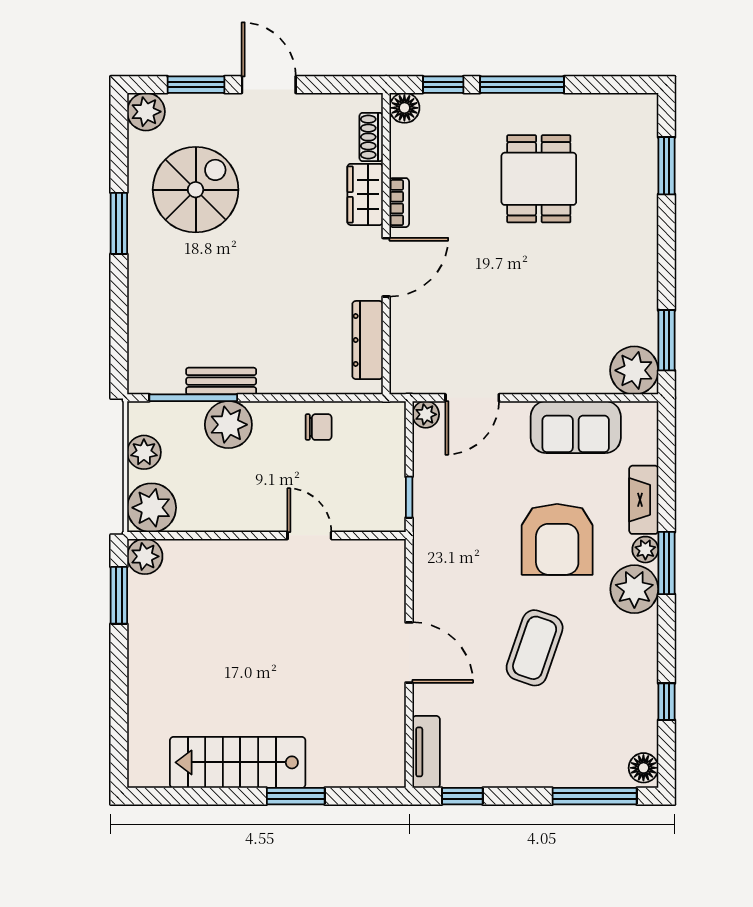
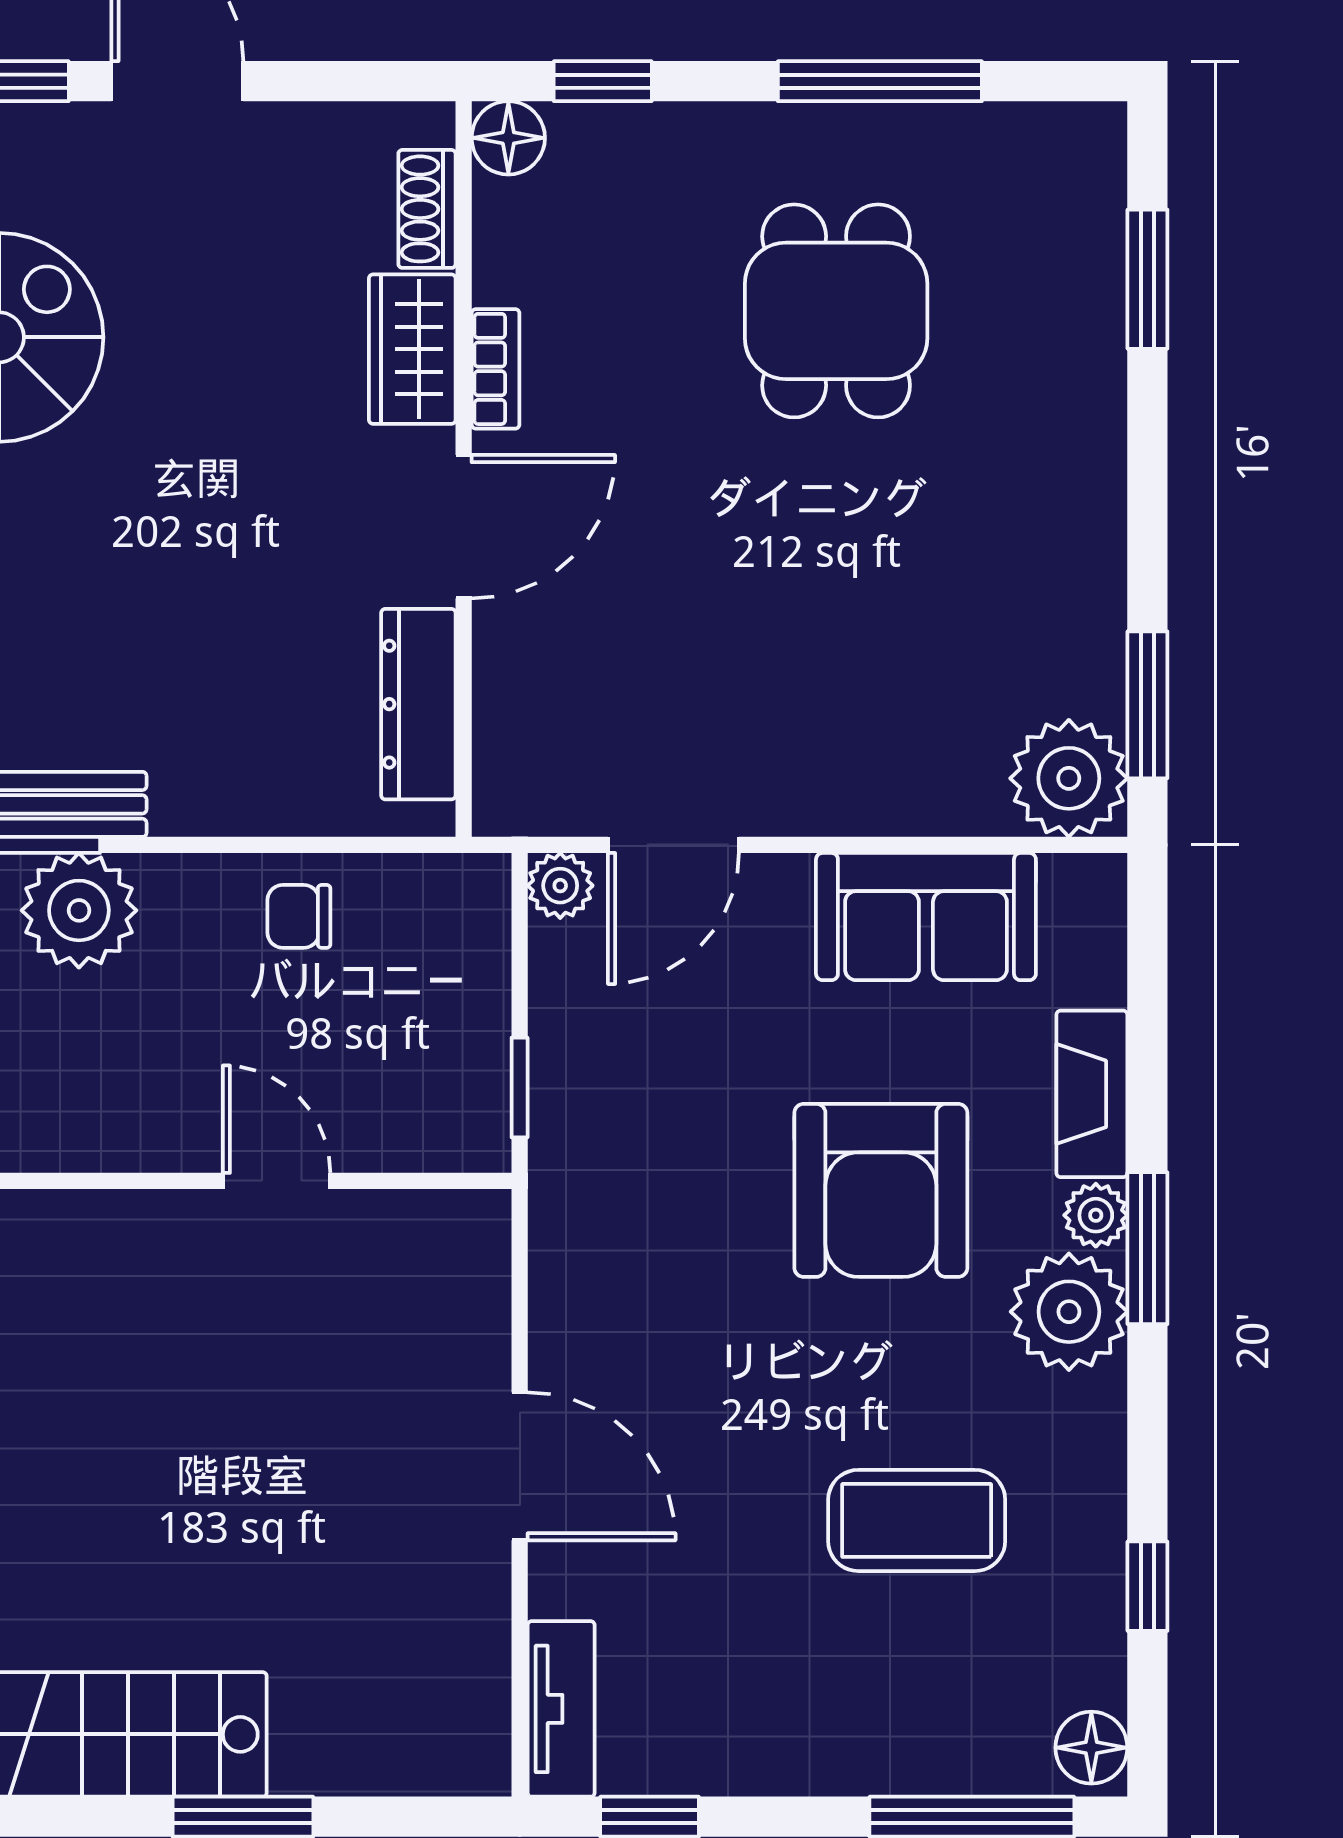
window: (522, 85) -> (880, 81), moved
chair: (319, 427) -> (299, 916), turned 180
coffee table: (535, 648) -> (917, 1520), moved, turned 71

